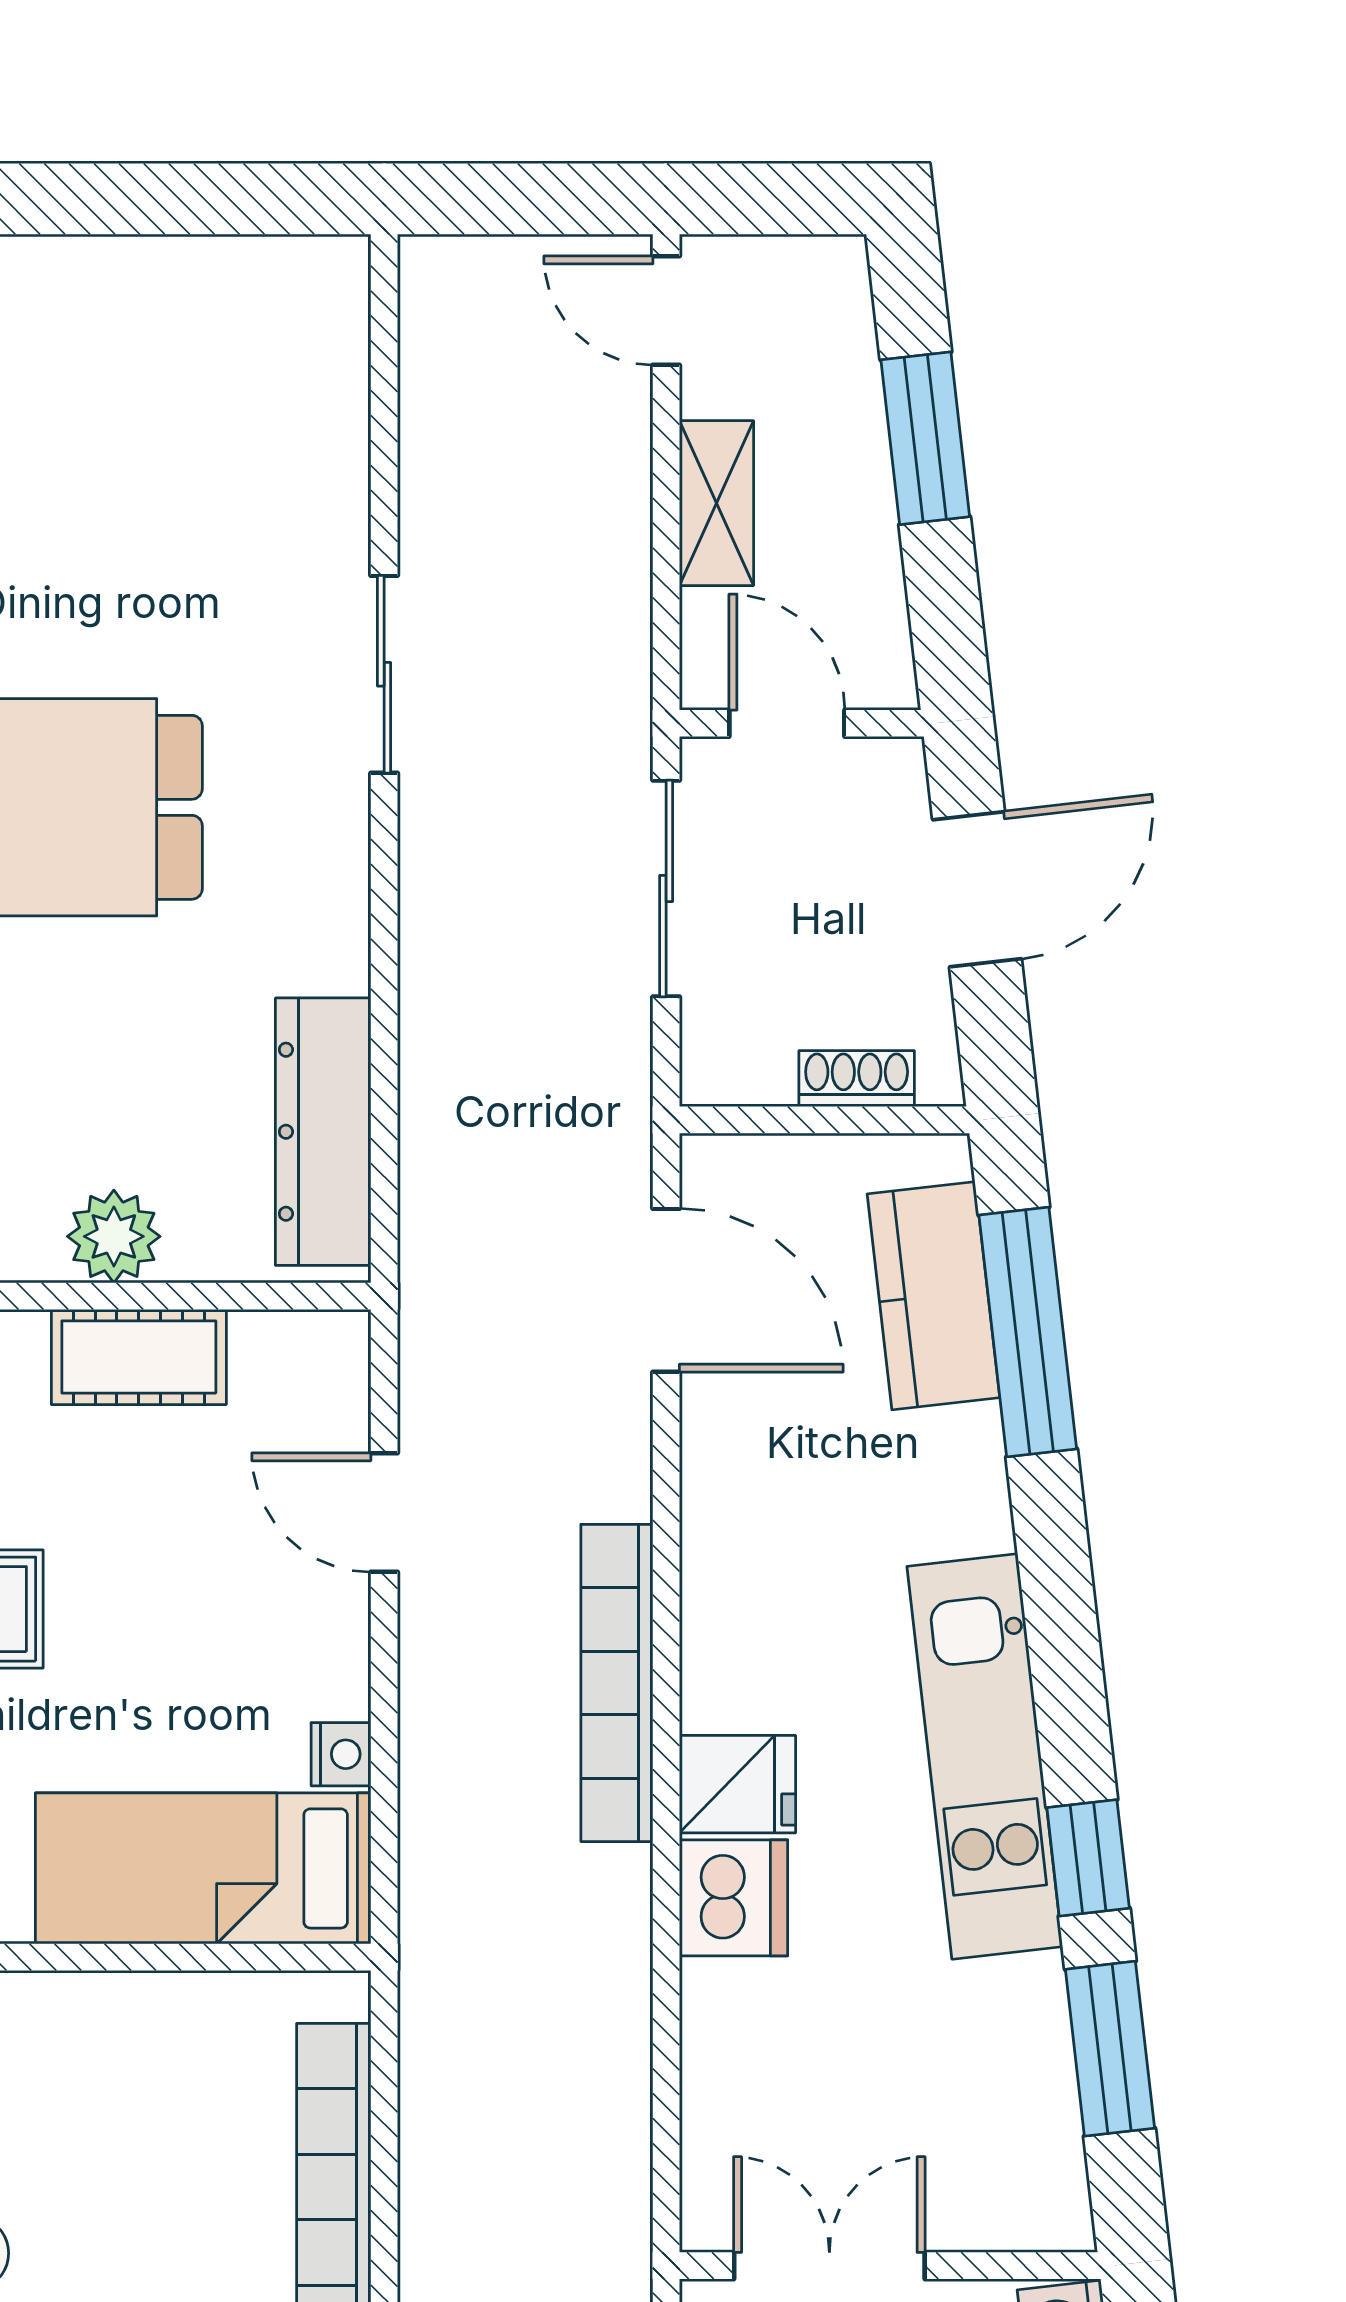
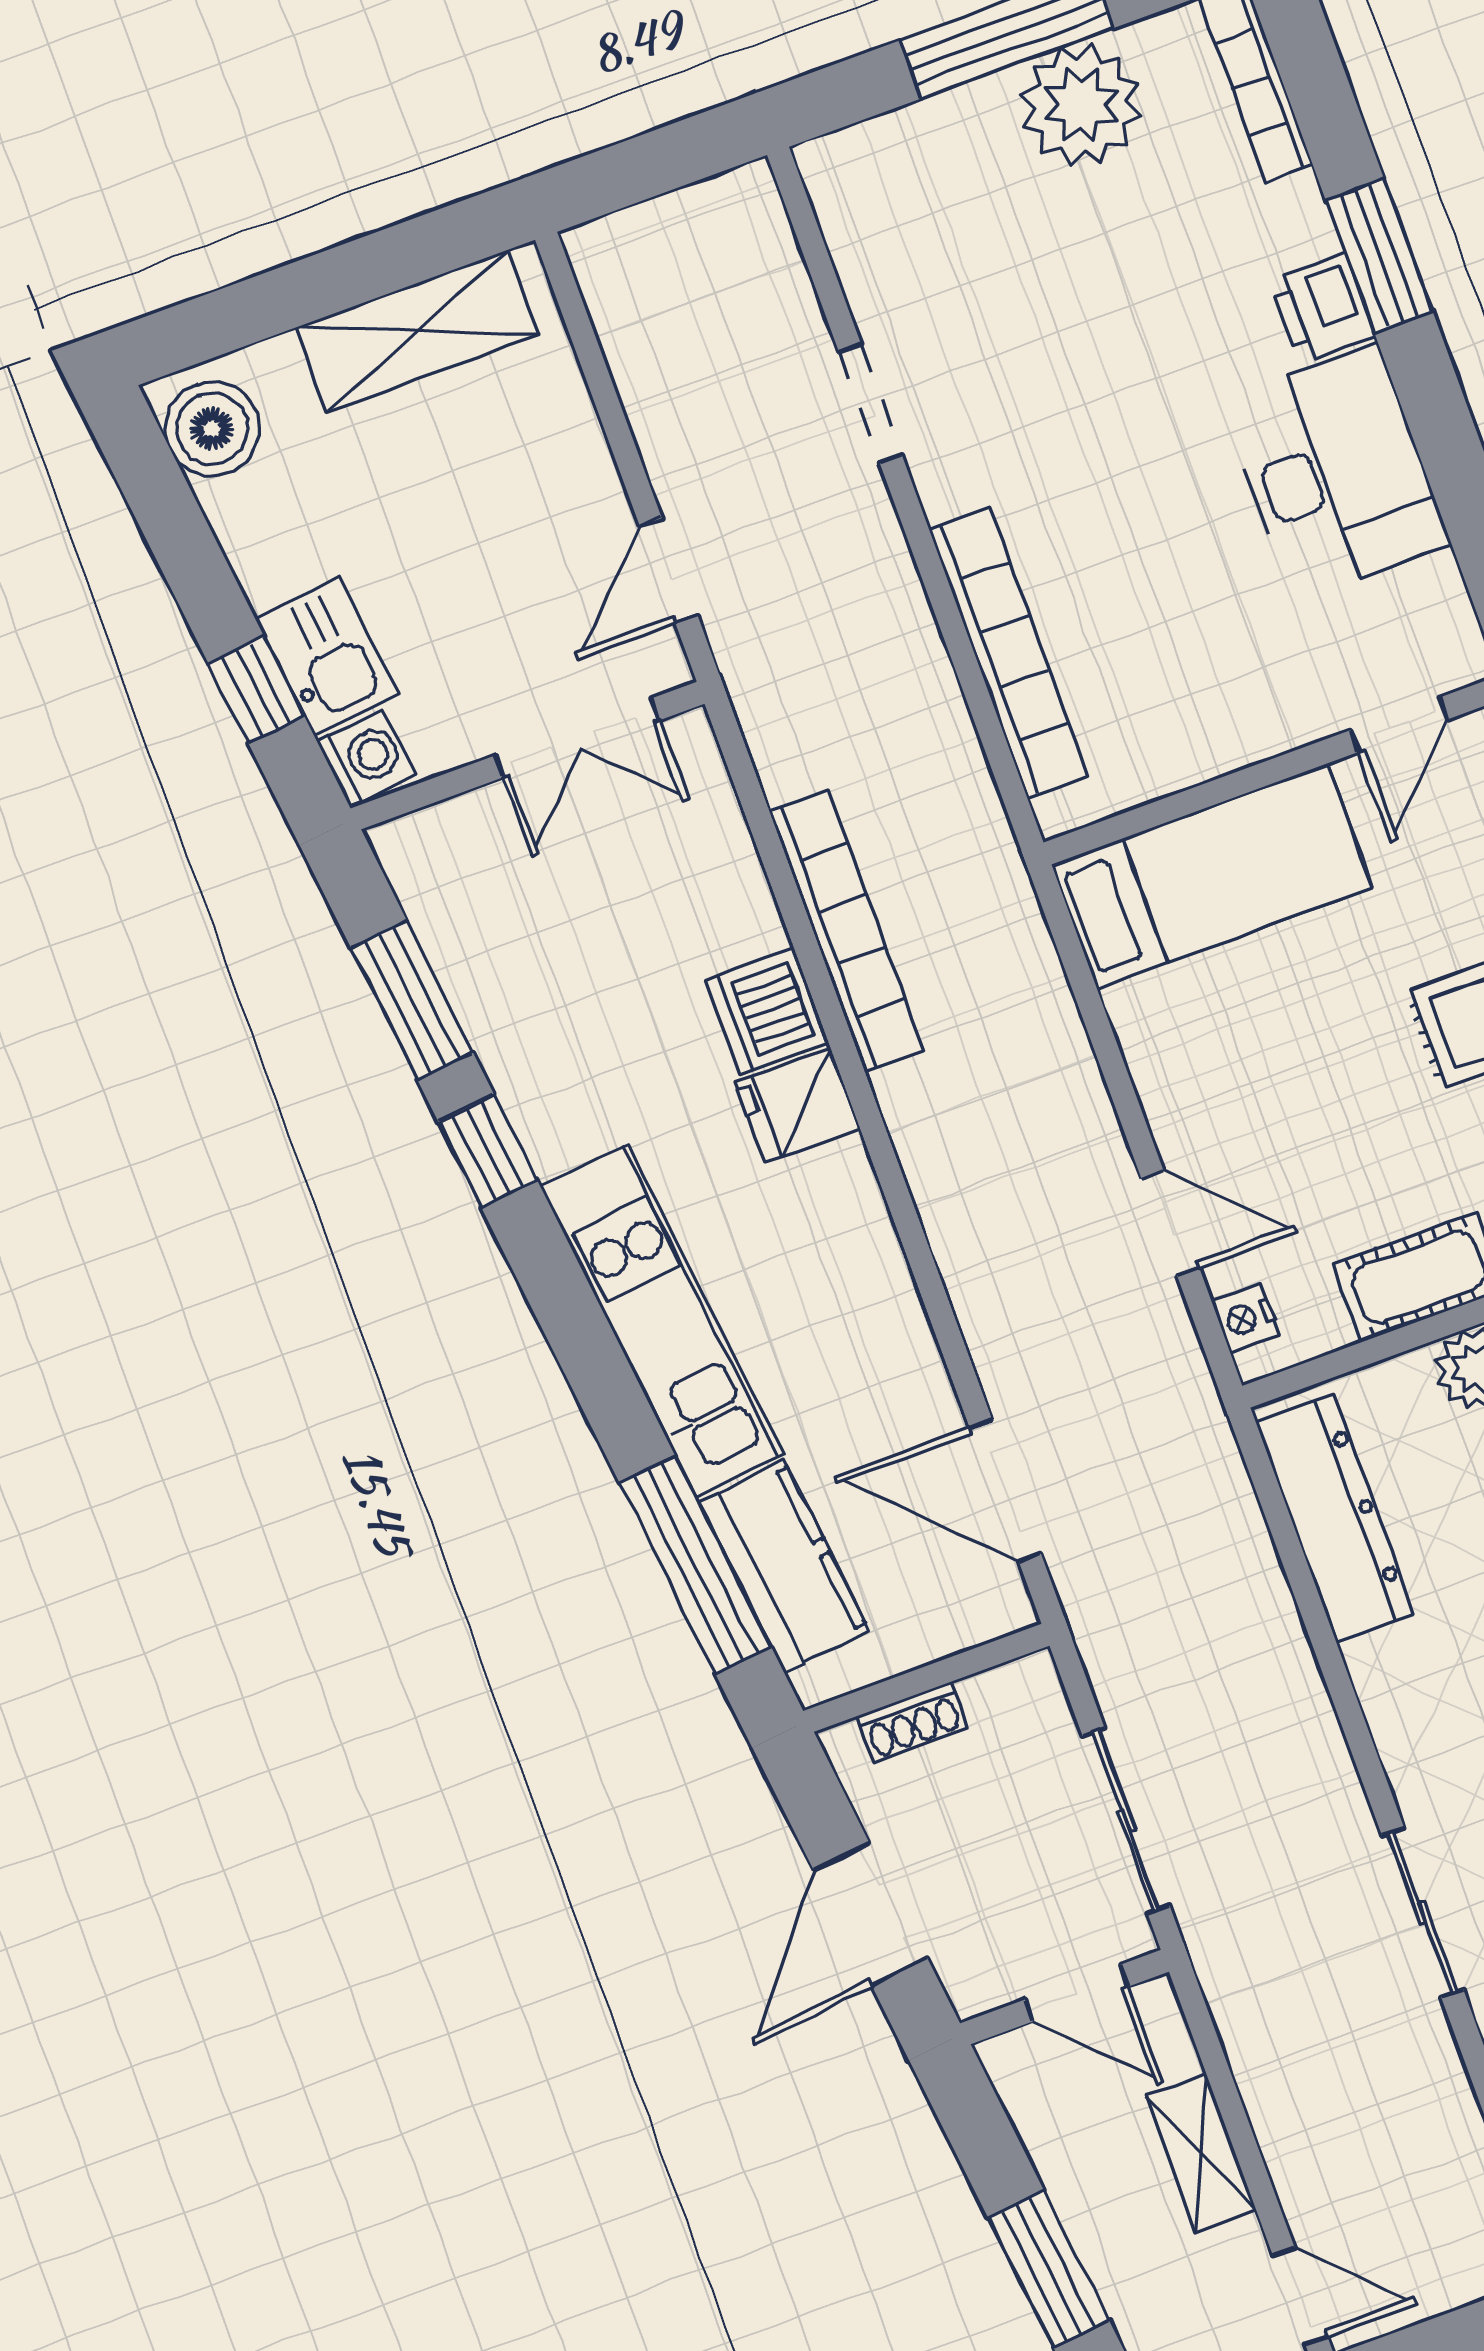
bookcase: (617, 1683) -> (847, 931), moved
nightstand: (341, 1754) -> (1245, 1318), moved
kitchen unit: (985, 1756) -> (662, 1321), moved

